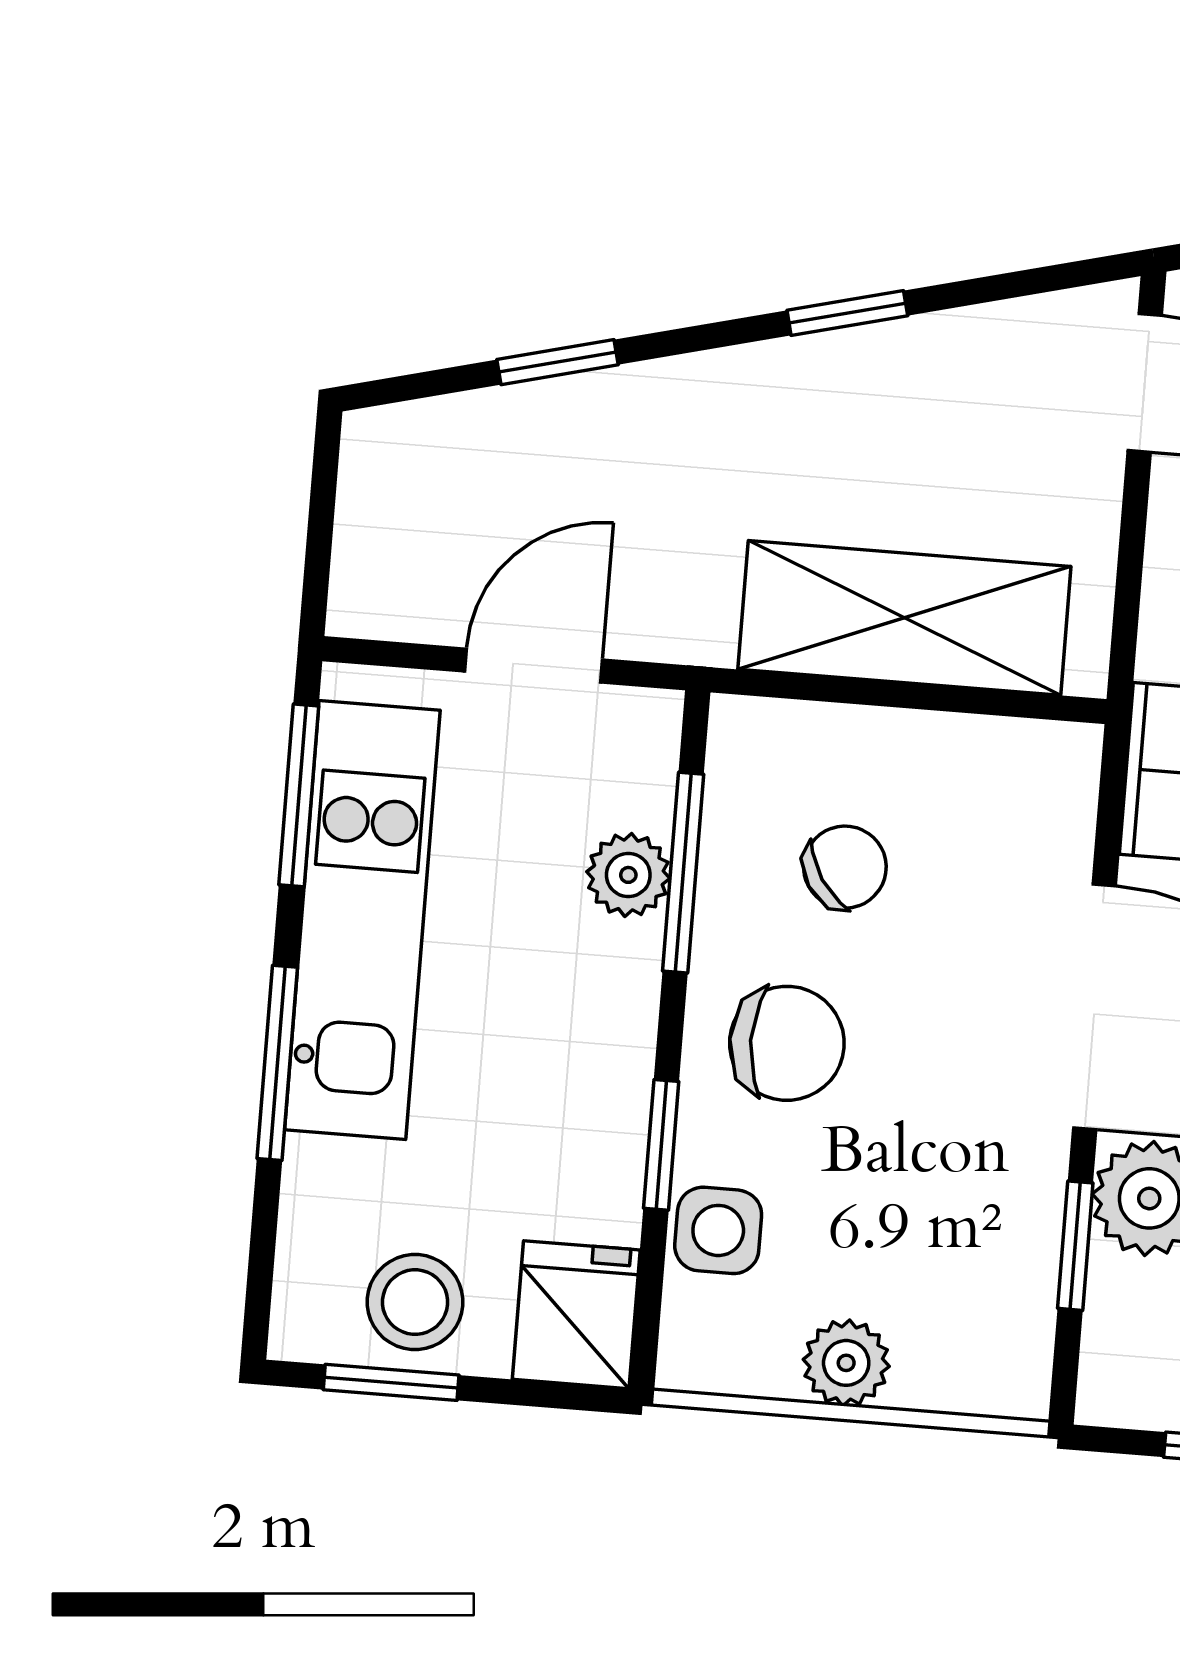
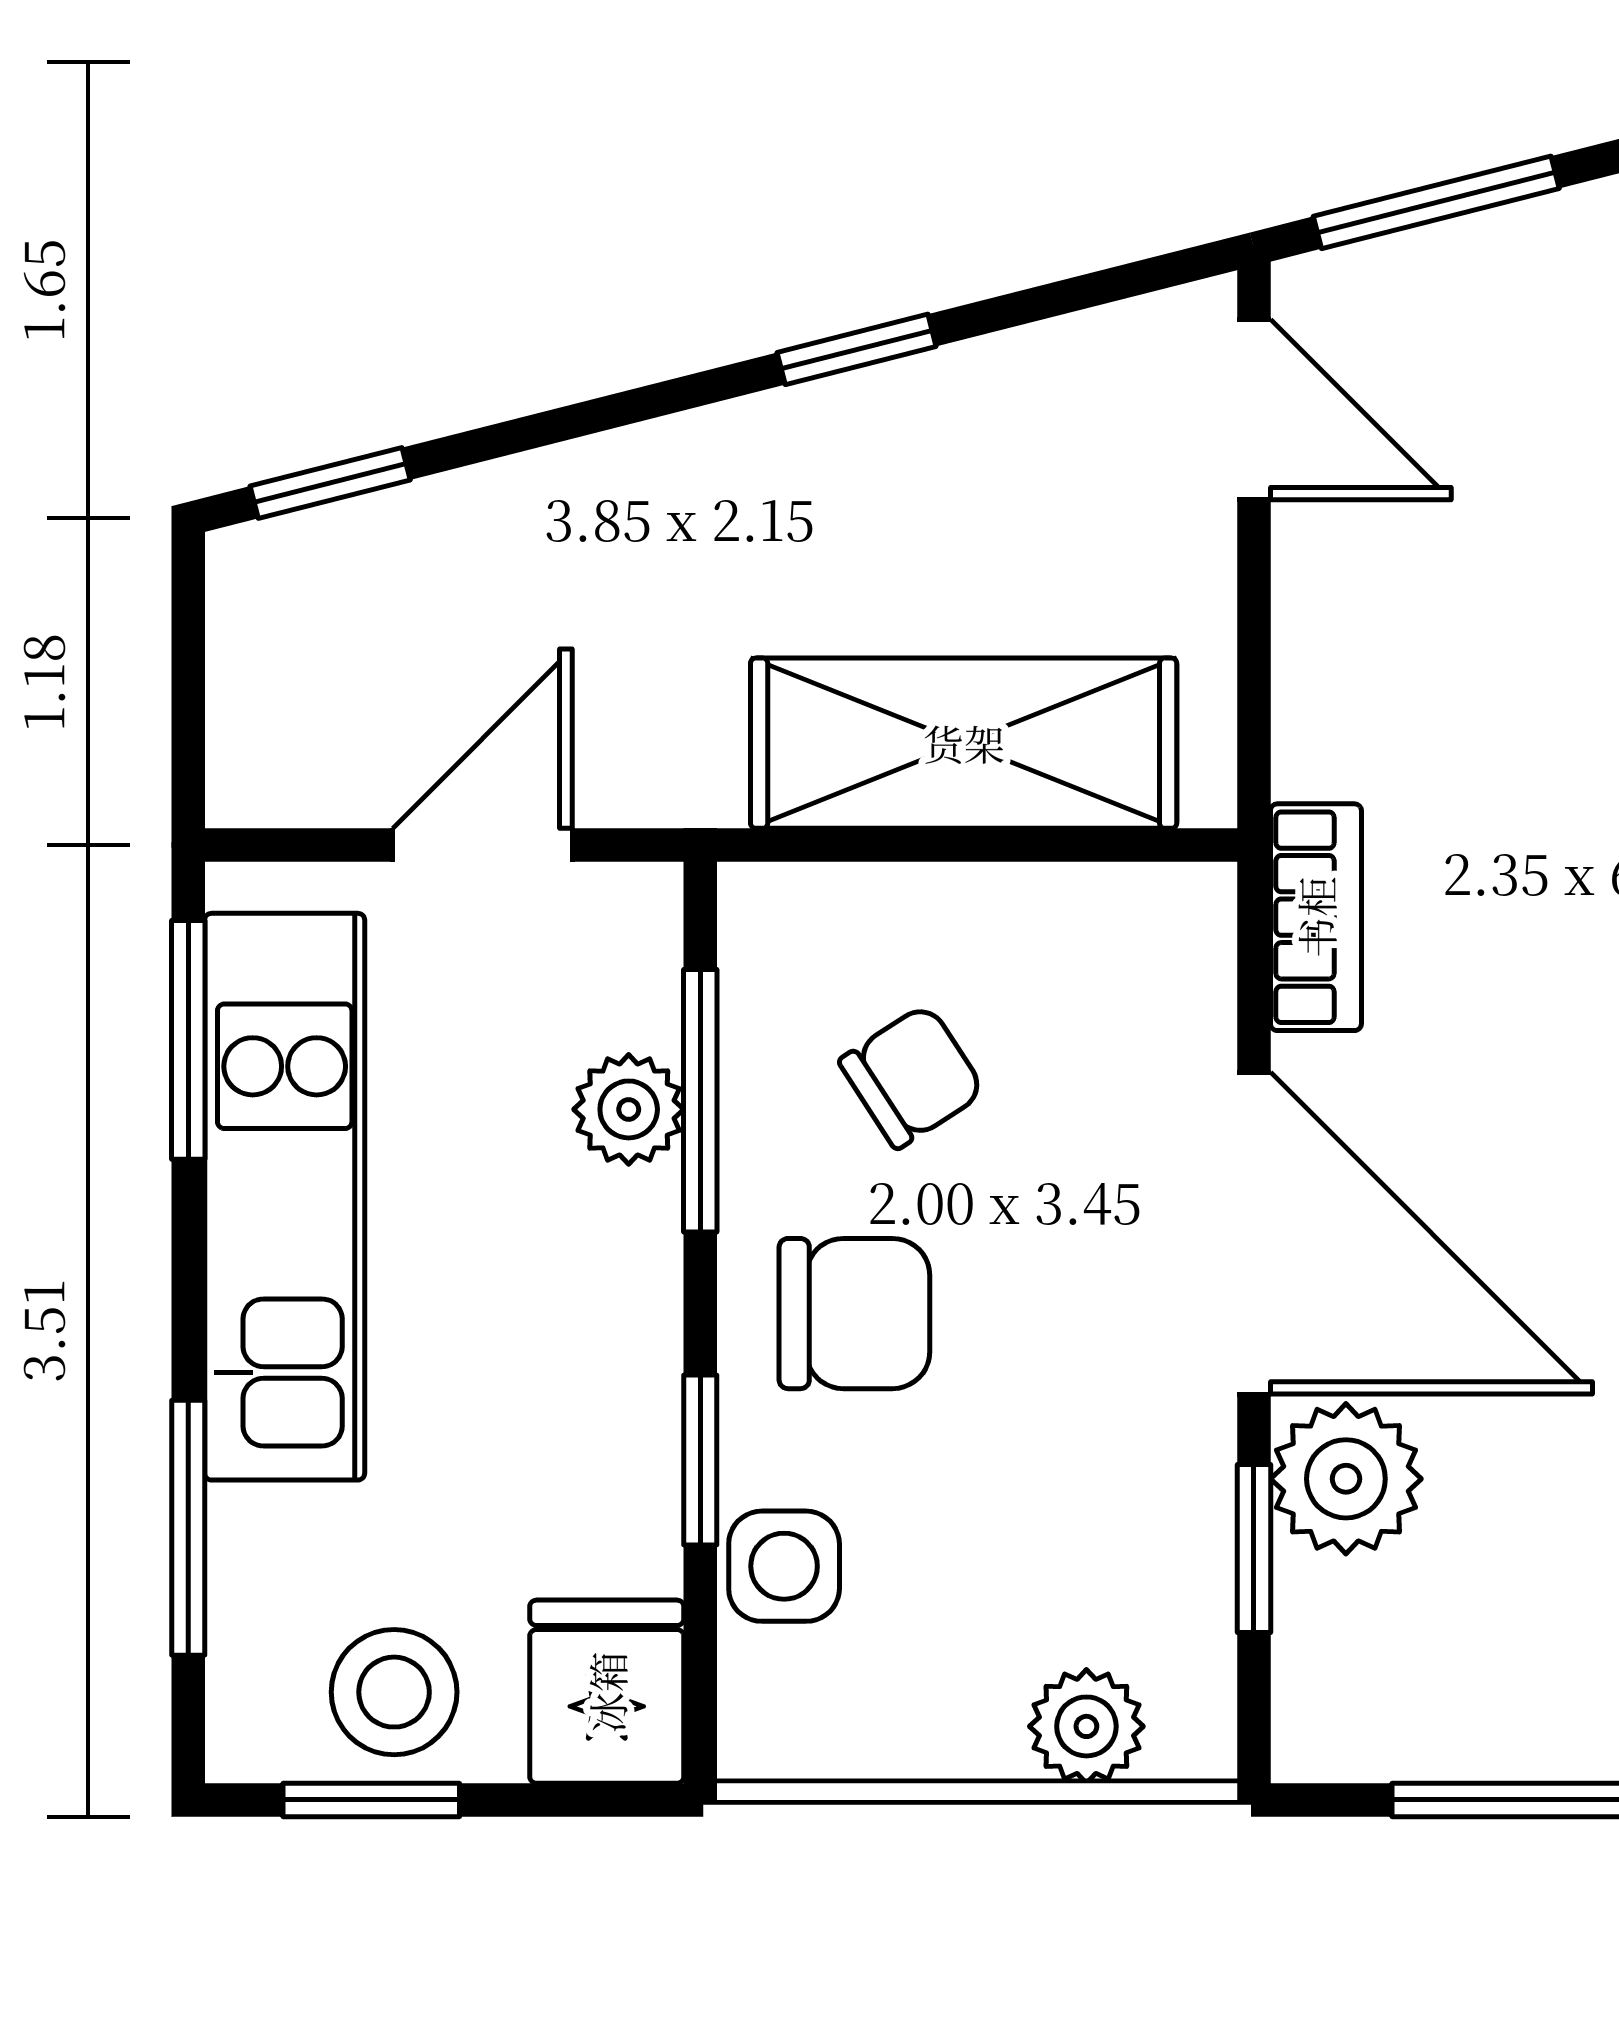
window: (557, 362) -> (330, 483), moved
window: (277, 1063) -> (188, 1528), moved
plant: (846, 1363) -> (1086, 1726), moved

